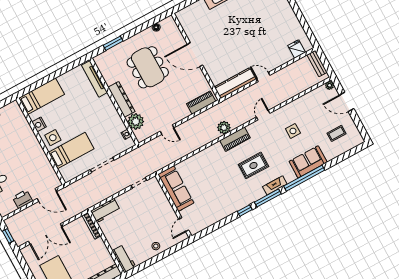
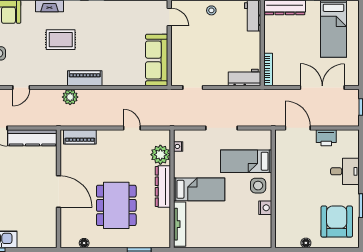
bed: (42, 96) -> (199, 189), moved, turned 180
piano: (235, 139) -> (85, 78), moved
door: (184, 225) -> (169, 17), hinge flipped

